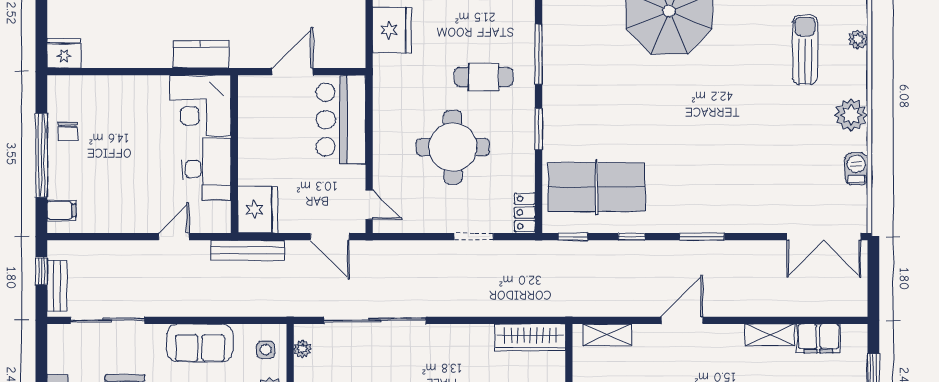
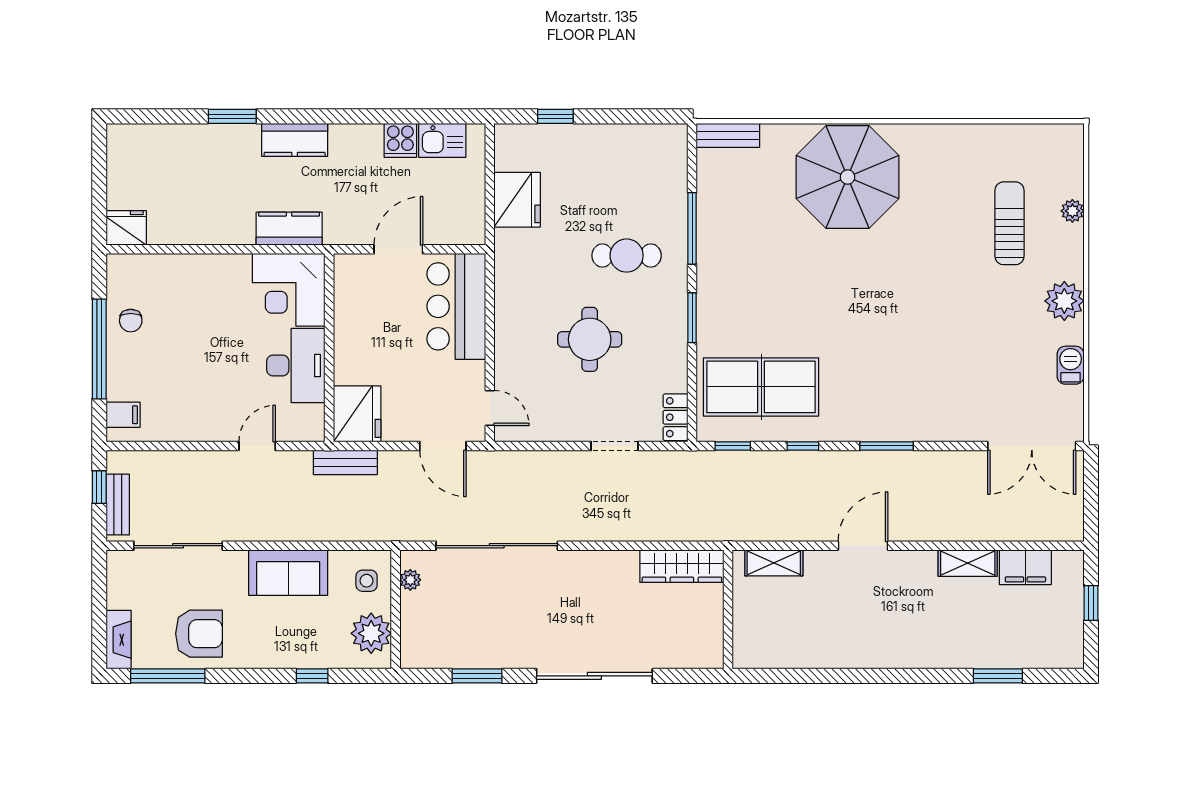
round table: (453, 147) -> (590, 339), width x0.73, depth x0.73
bench: (248, 250) -> (345, 462), width x0.73

